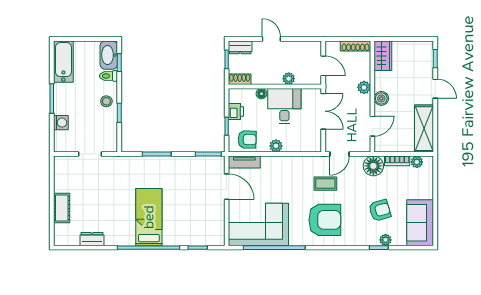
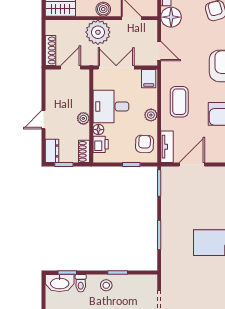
shoe rack: (355, 46) -> (51, 50), moved
plant: (289, 79) -> (83, 118), moved
plant: (364, 87) -> (98, 32), width x1.87, depth x1.87
printer: (236, 112) -> (101, 144), moved, turned 90
filing cabinet: (312, 144) -> (149, 79), added
coffee table: (325, 184) -> (179, 102), moved, width x1.36, depth x1.30

